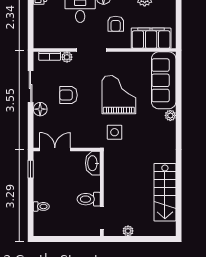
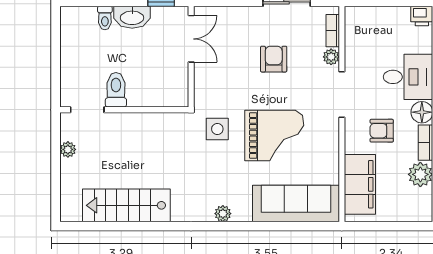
floor lamp: (40, 109) -> (252, 16), removed
plant: (170, 115) -> (223, 214), moved
washbasin: (93, 163) -> (132, 17), moved, turned 180

